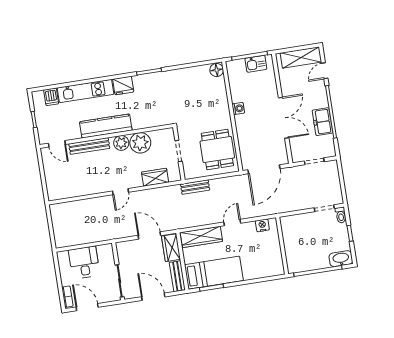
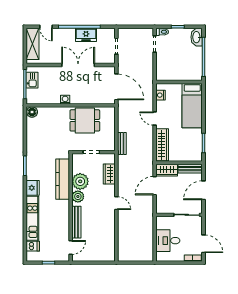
kitchen counter: (106, 126) -> (63, 179), moved
dining table: (217, 150) -> (85, 120), moved
bed: (214, 273) -> (192, 106), moved, turned 180
door: (87, 307) -> (204, 244), swing flipped

